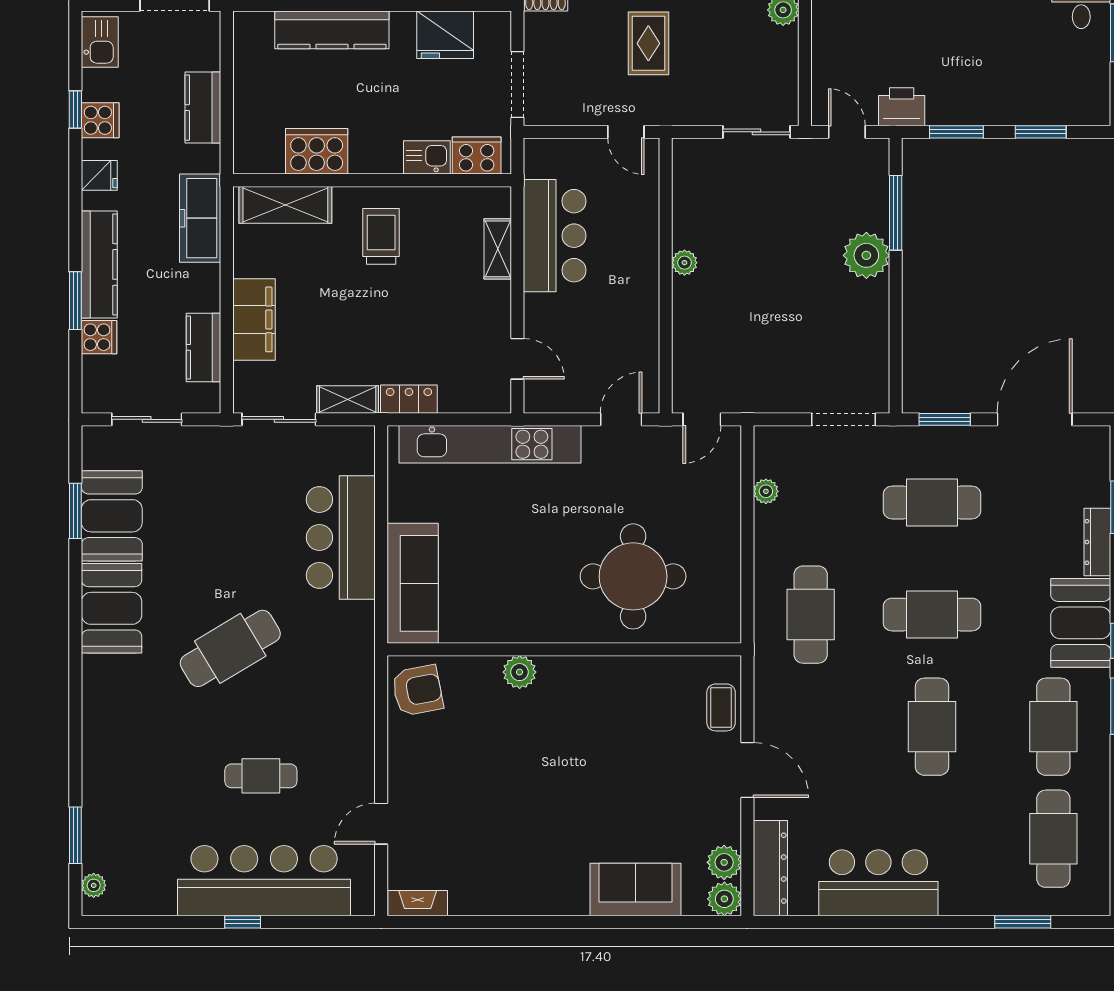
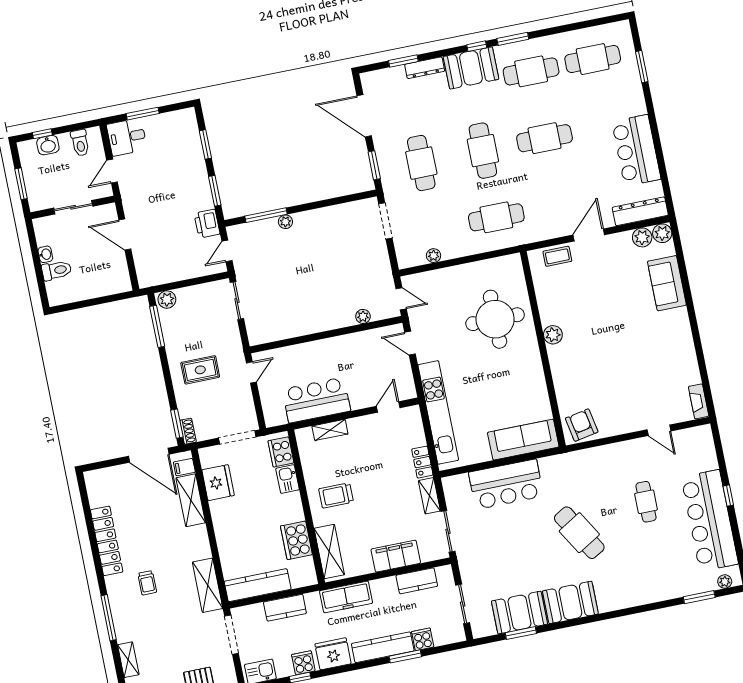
kitchen counter: (332, 30) -> (258, 585), moved, turned -90
fridge: (99, 175) -> (333, 654), width x1.88, depth x1.34
plant: (866, 255) -> (285, 222), width x0.53, depth x0.53
plant: (684, 263) -> (363, 316), moved
plant: (520, 672) -> (553, 335), moved
bar counter: (264, 881) -> (710, 520), moved

